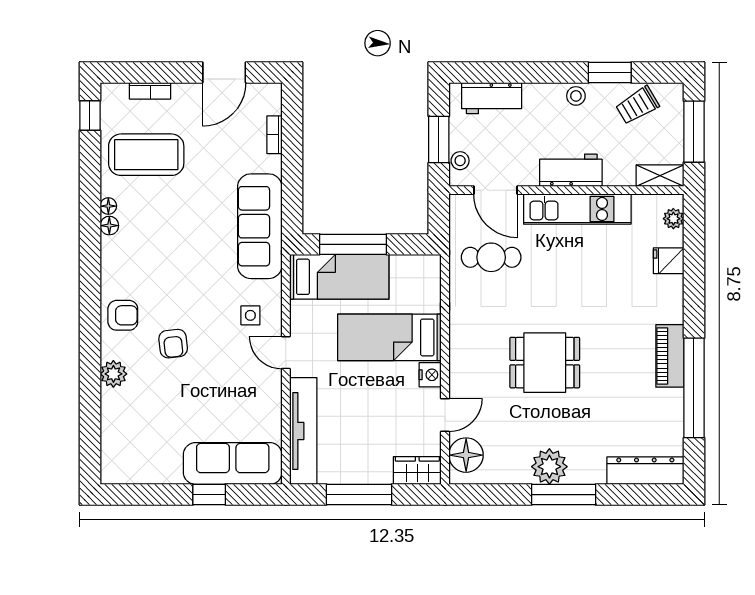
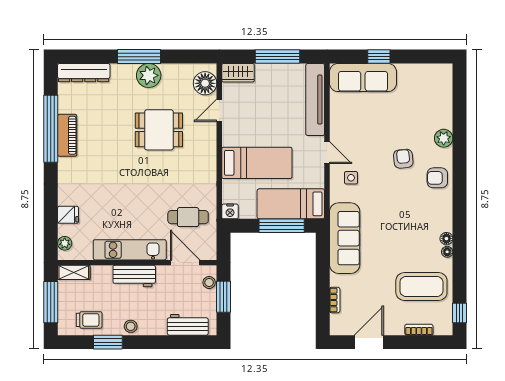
trolley: (637, 105) -> (89, 320), turned 31
piano: (670, 356) -> (67, 135), moved
dining table: (545, 363) -> (159, 130), moved
nightstand: (430, 375) -> (230, 211), moved, turned -90

